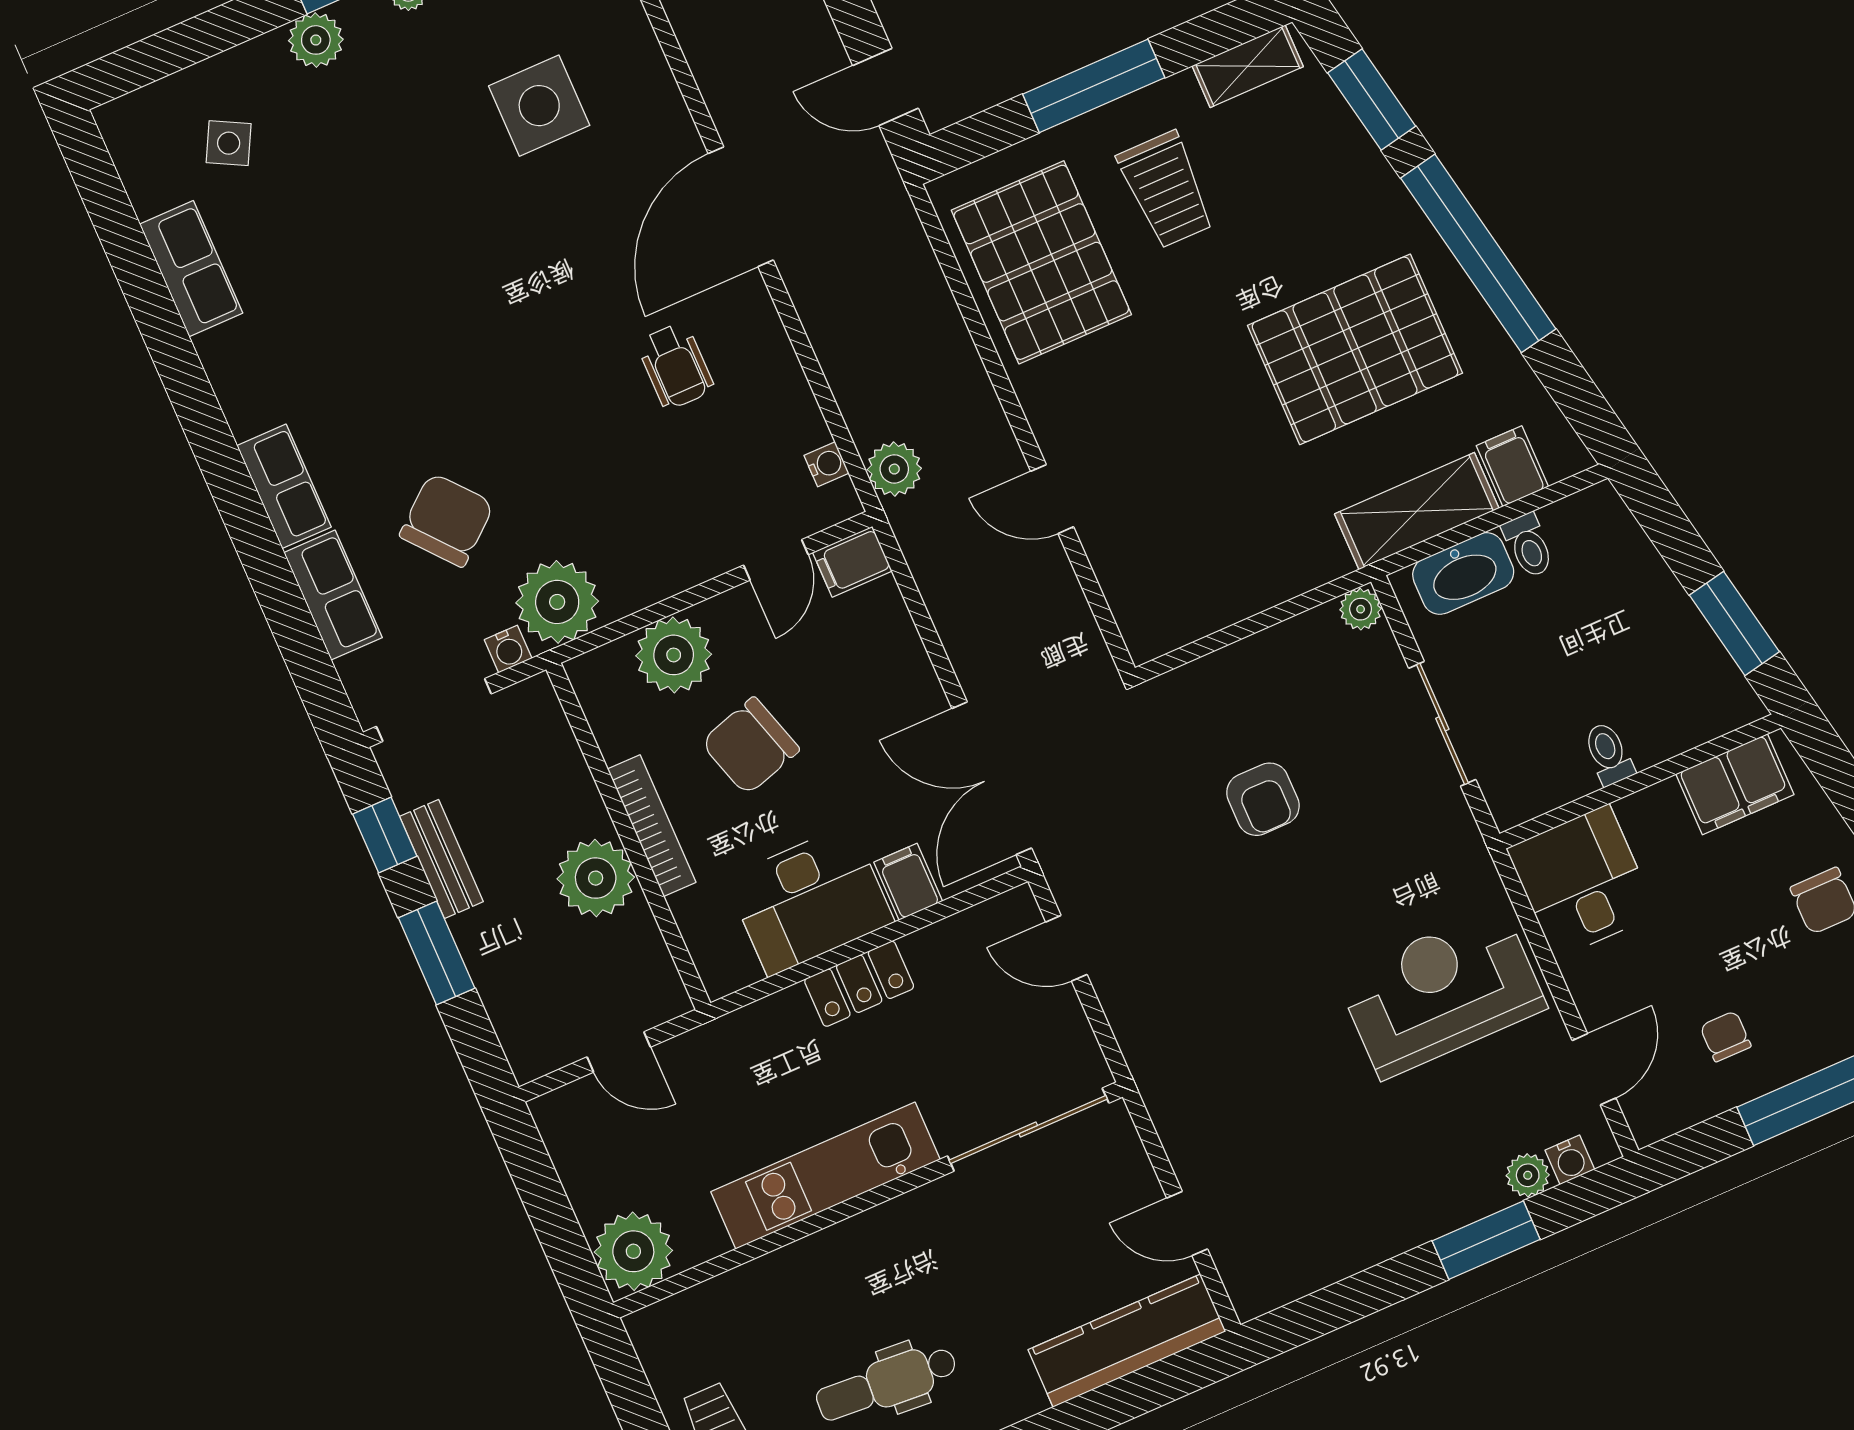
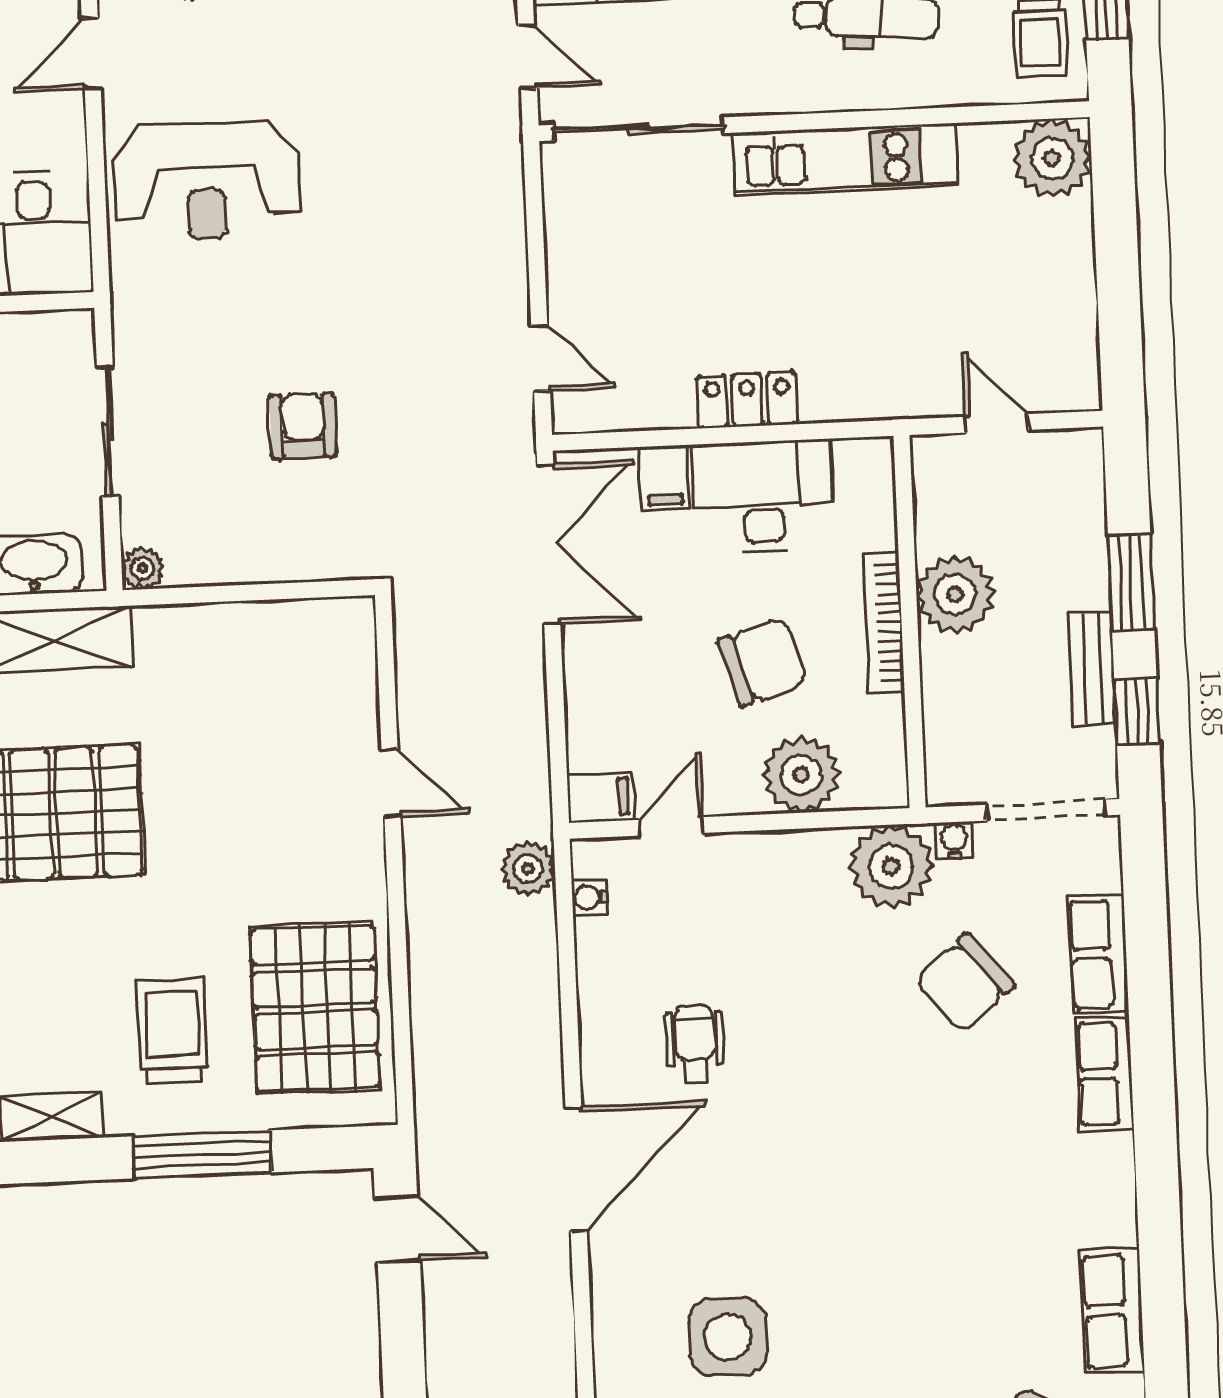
sliding door: (1028, 1130) -> (639, 129), moved
kitchen unit: (825, 1176) -> (845, 159), moved
wall: (868, 1200) -> (814, 121), moved
plant: (633, 1251) -> (1052, 158), moved

